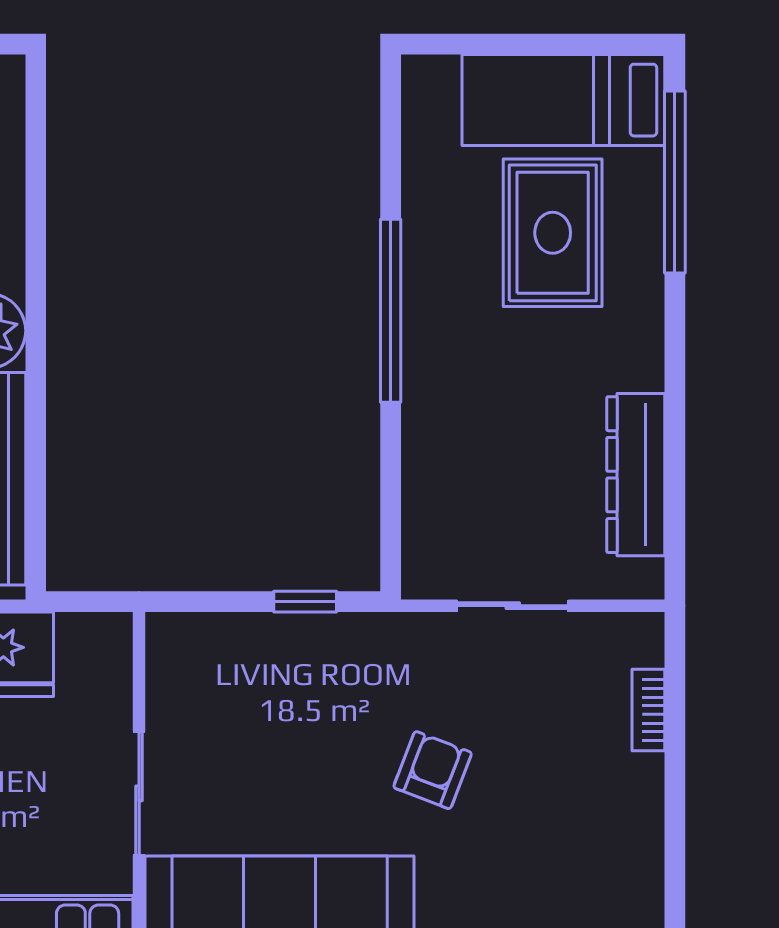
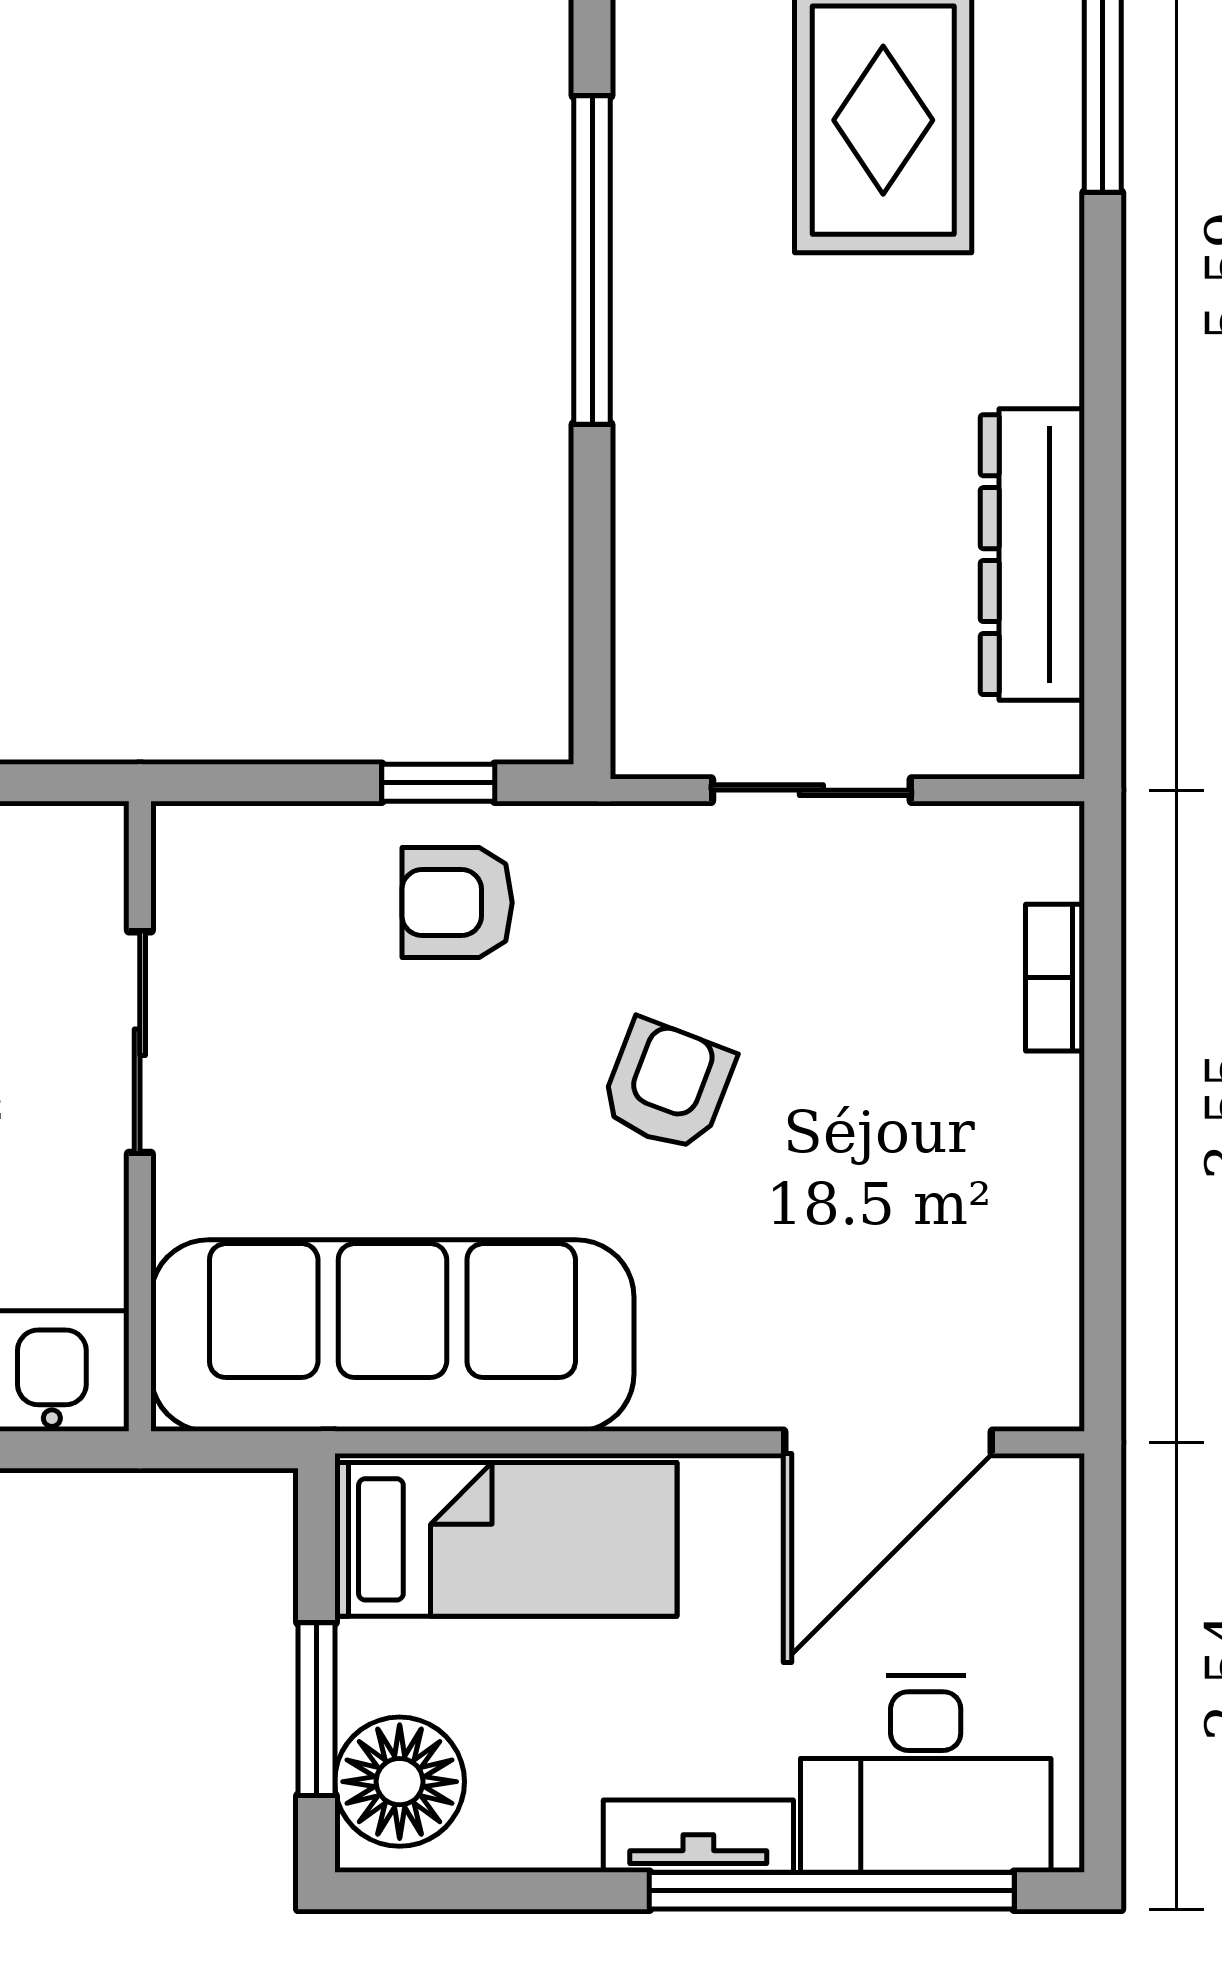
armchair: (316, 668) -> (457, 903), added
sliding door: (139, 793) -> (140, 1042), moved

